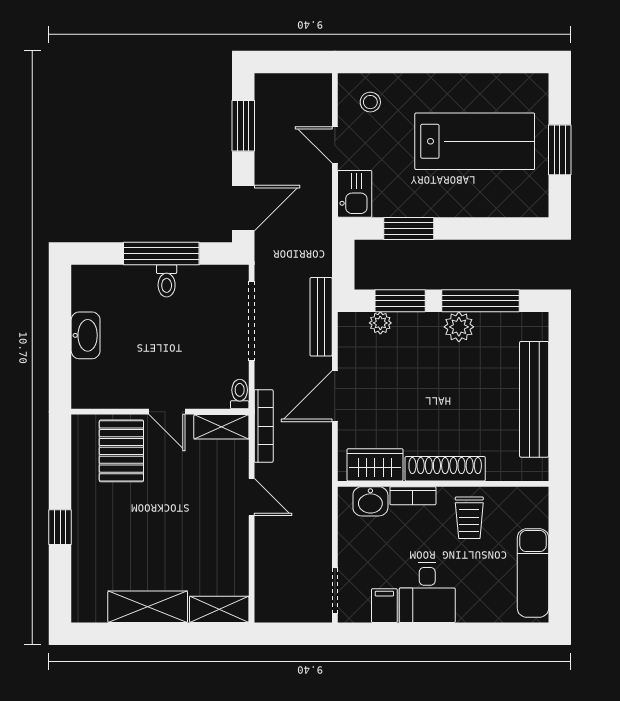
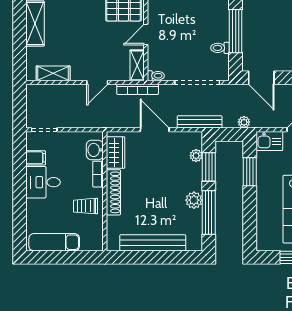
plant: (321, 239) -> (244, 122), added
toilet: (167, 281) -> (220, 48), moved
shelving: (219, 609) -> (53, 73), moved, turned 90

